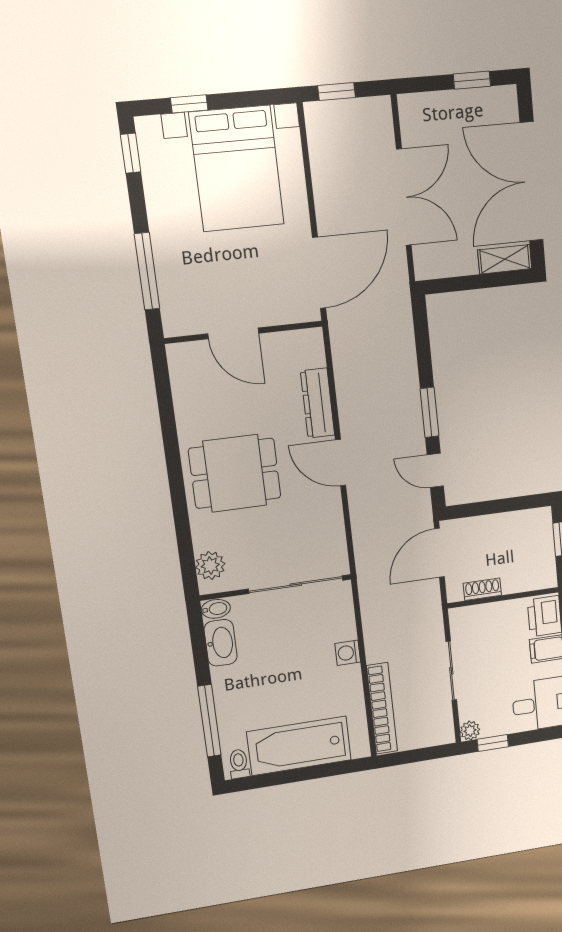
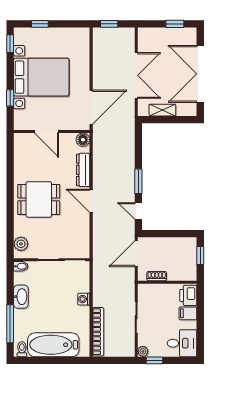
bed with nightstands: (237, 169) -> (41, 77), moved, turned -90
shelving: (505, 259) -> (162, 110), moved
window: (147, 271) -> (10, 98), width x0.46
floor lamp: (310, 342) -> (83, 140), added
washbasin: (221, 643) -> (21, 297), moved

